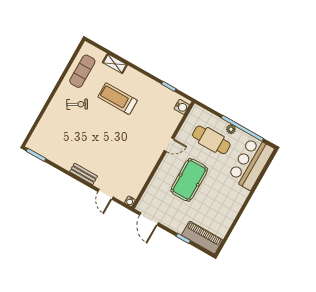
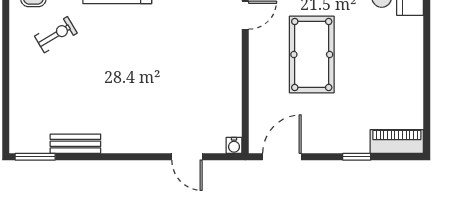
bench: (84, 174) -> (75, 144), moved
door: (149, 219) -> (282, 157), swing flipped
piano: (202, 238) -> (397, 141), width x0.73, depth x0.75

